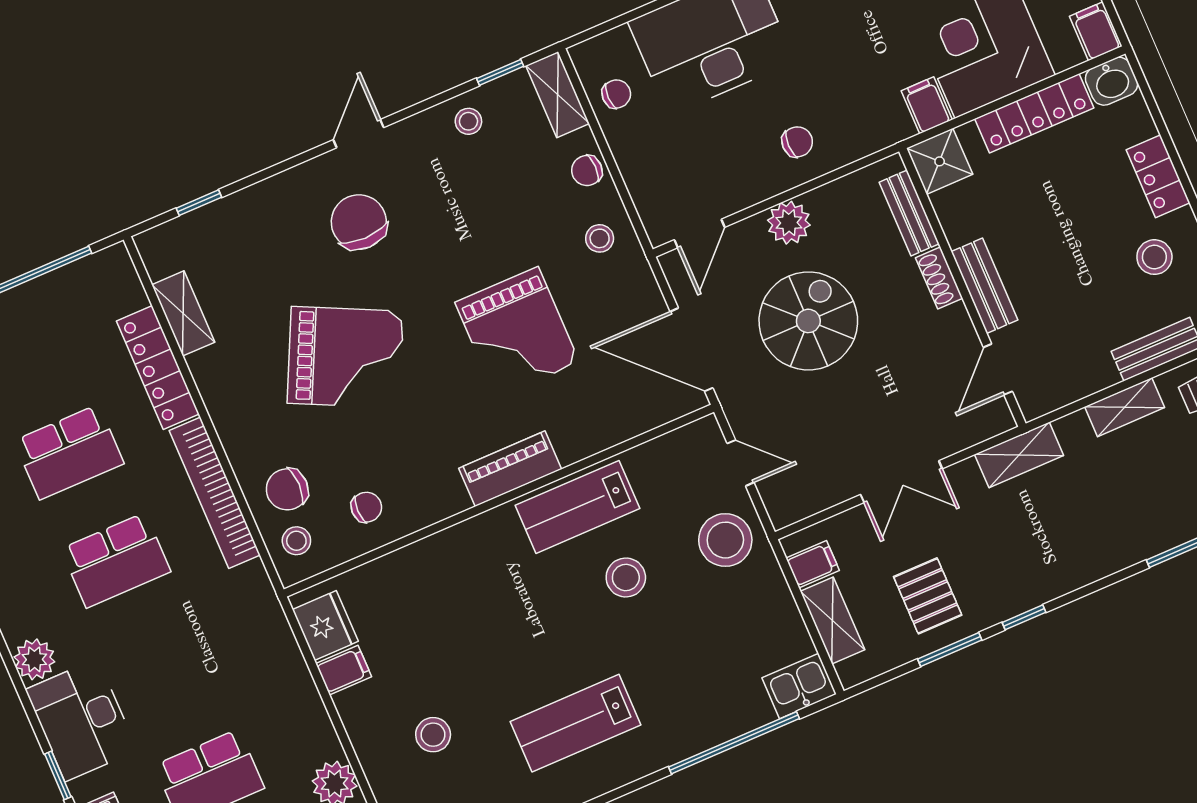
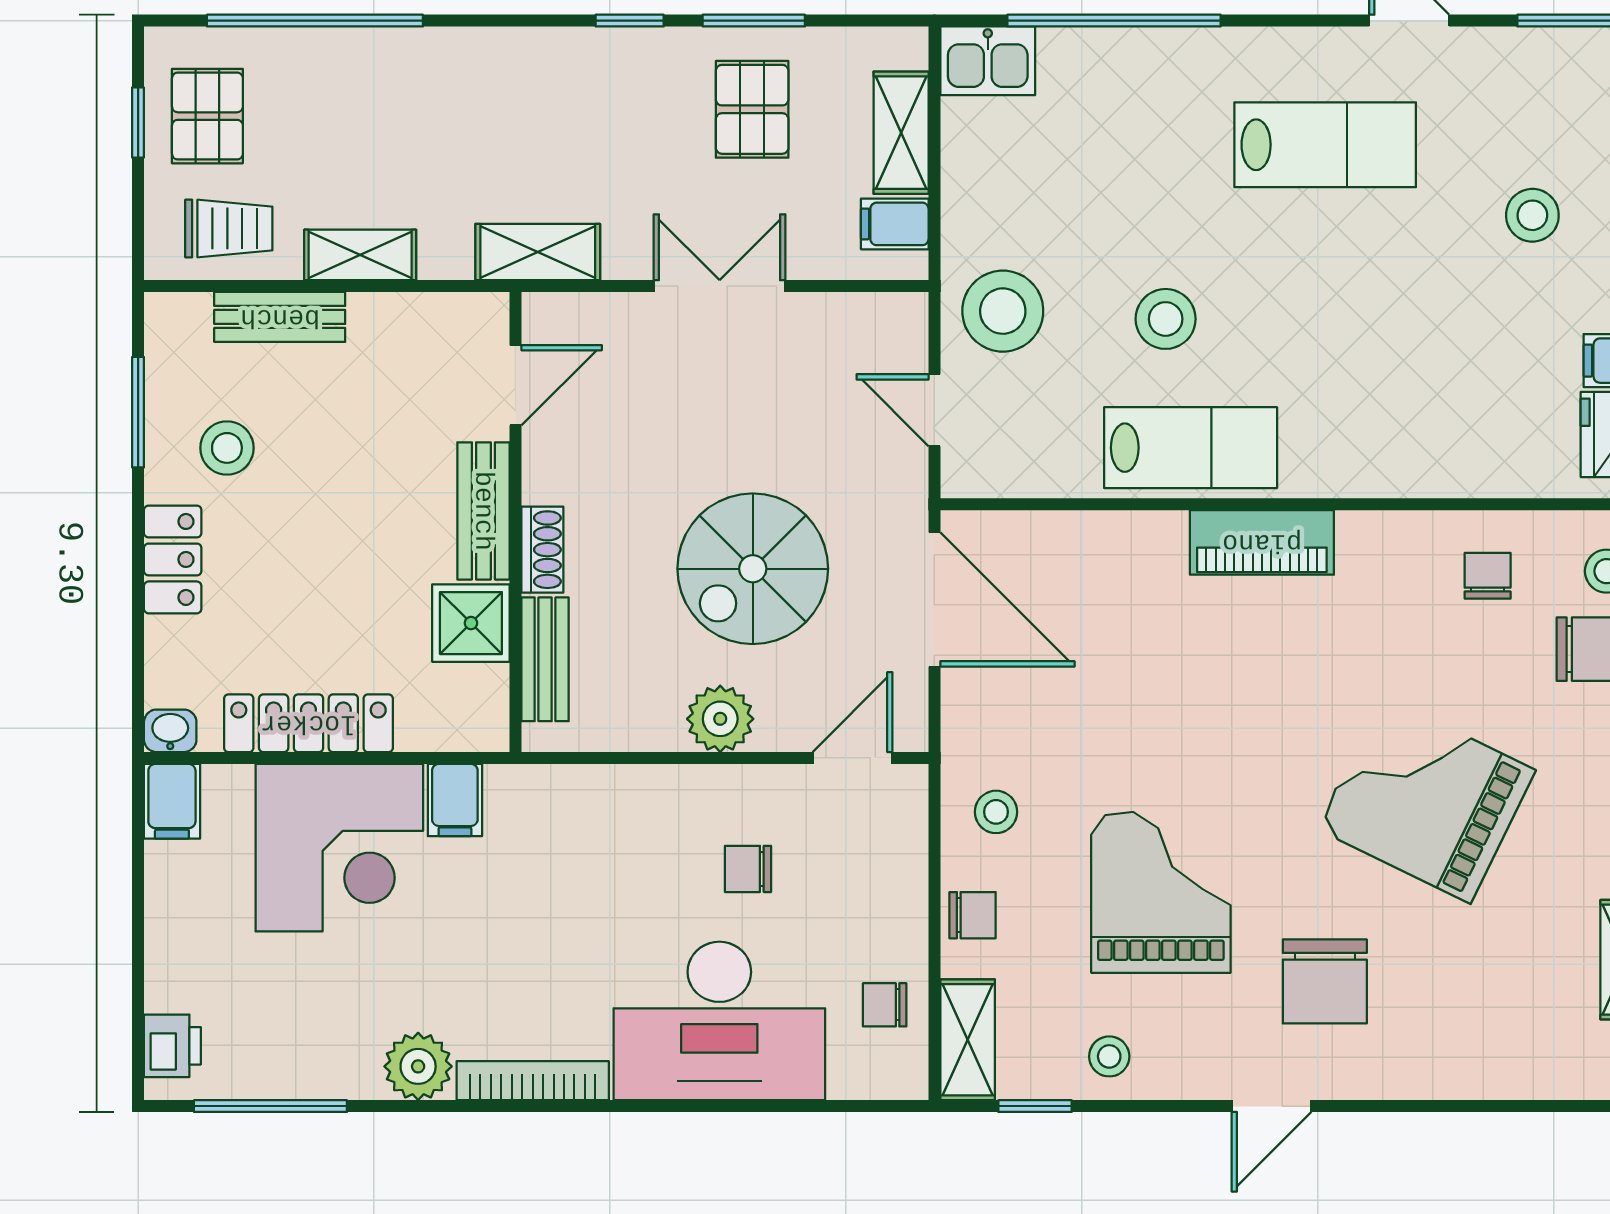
washbasin: (1112, 81) -> (170, 731), width x0.72, depth x0.69
chair: (797, 142) -> (748, 869), moved
shower: (940, 161) -> (471, 623), moved
window: (199, 203) -> (1538, 1106), removed
grand piano: (517, 332) -> (1161, 892), moved
chair: (366, 507) -> (1488, 576), turned 90

